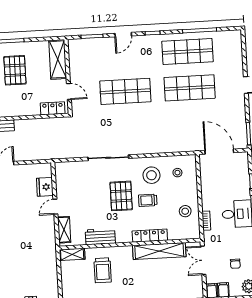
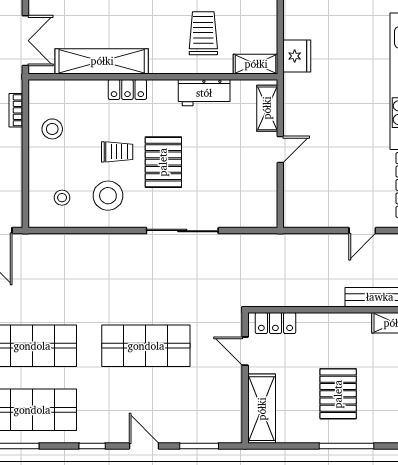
door: (123, 35) -> (144, 446), hinge flipped
fridge: (45, 187) -> (297, 56), moved
locker: (150, 236) -> (127, 89), width x0.66

